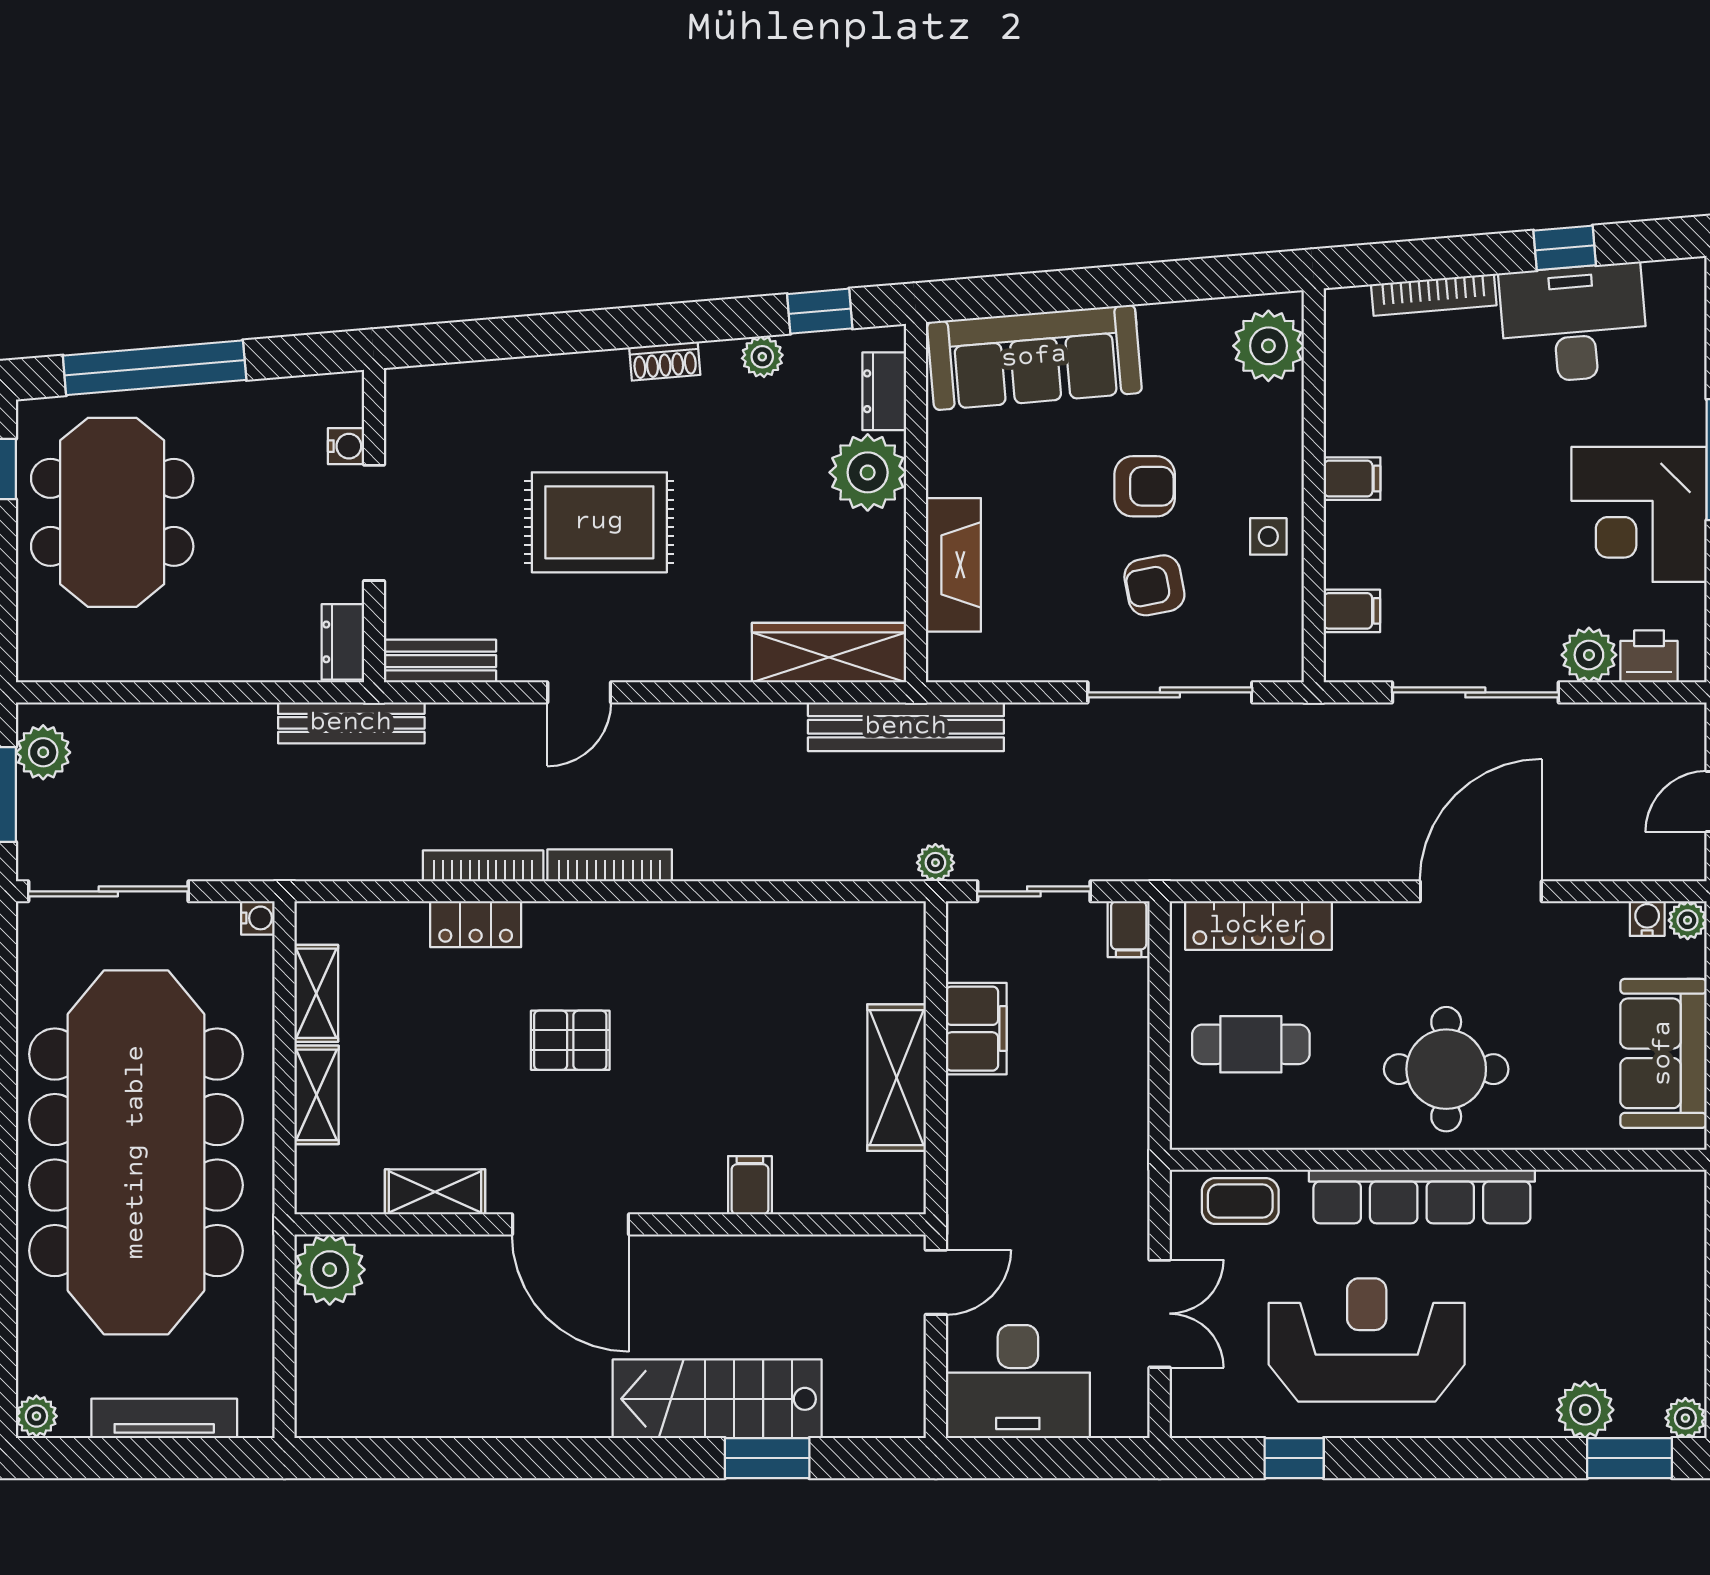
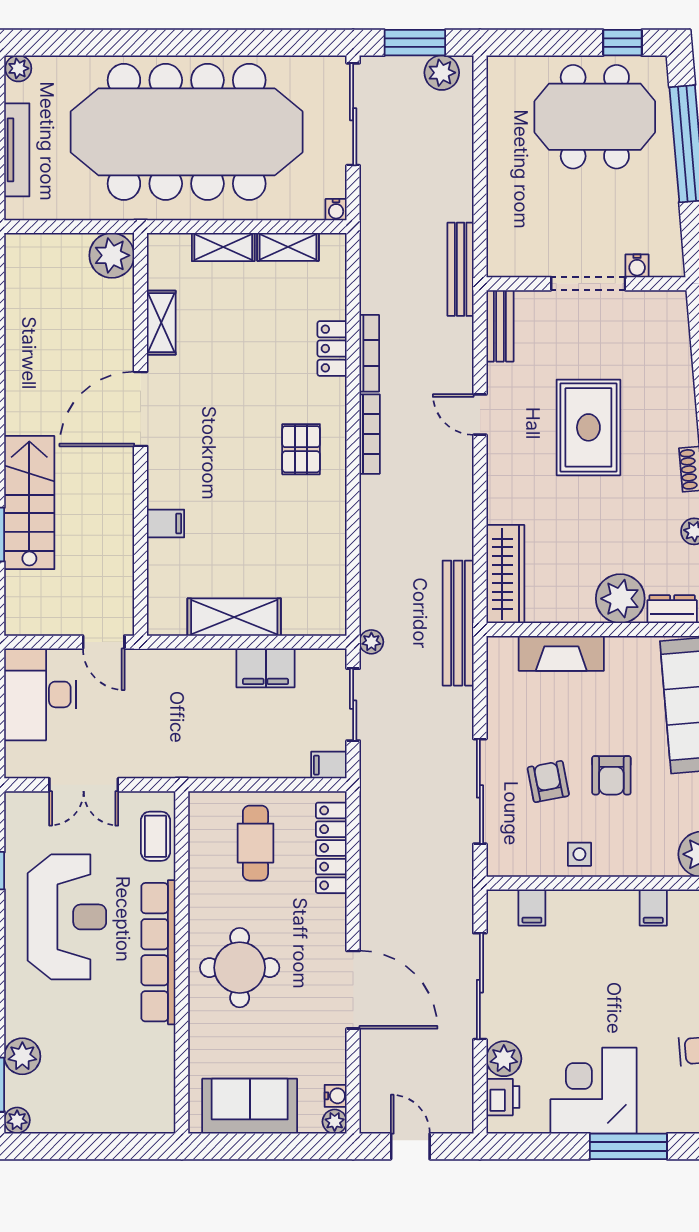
filing cabinet: (1352, 479) -> (653, 908), moved
dresser: (343, 642) -> (512, 264), removed
pallet: (570, 1040) -> (301, 449), moved

